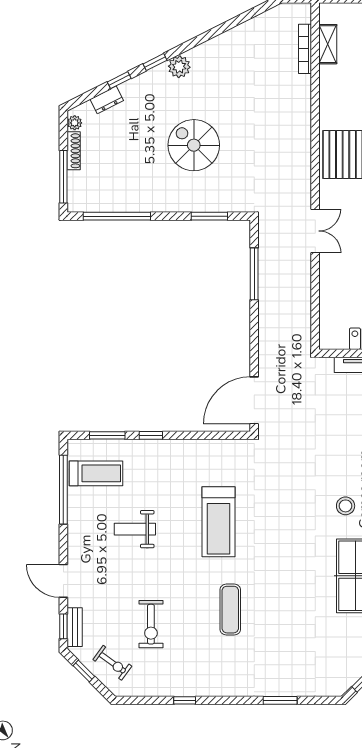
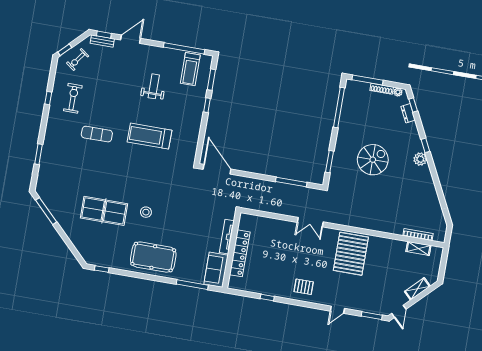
window: (119, 80) -> (413, 105), moved
exercise bike: (151, 624) -> (73, 98), moved, turned 90
window: (84, 671) -> (65, 50), moved

